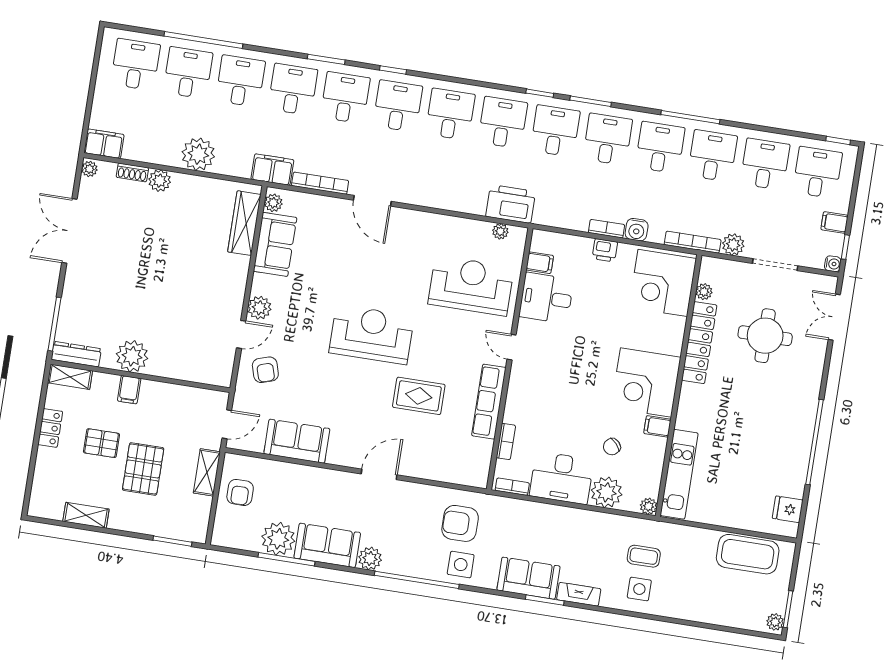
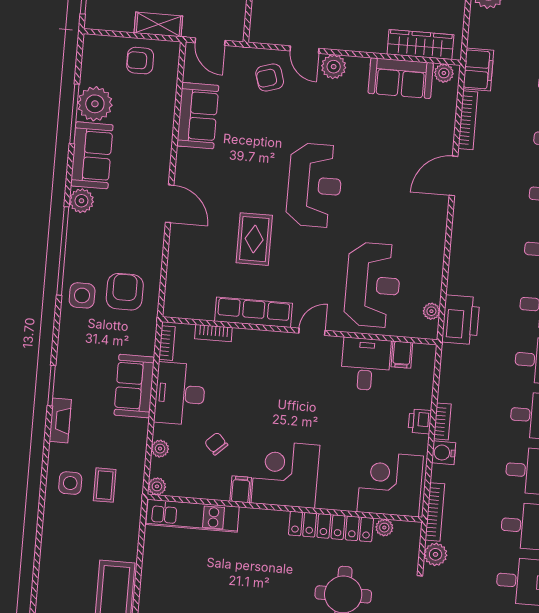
plant: (607, 492) -> (160, 449), width x0.53, depth x0.53
sofa: (528, 578) -> (134, 386), moved, turned 180

